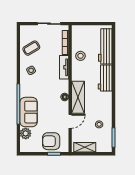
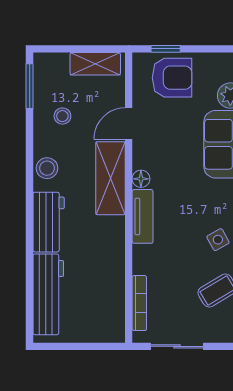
stool: (80, 56) -> (47, 168), moved
tv unit: (64, 67) -> (143, 216), moved

